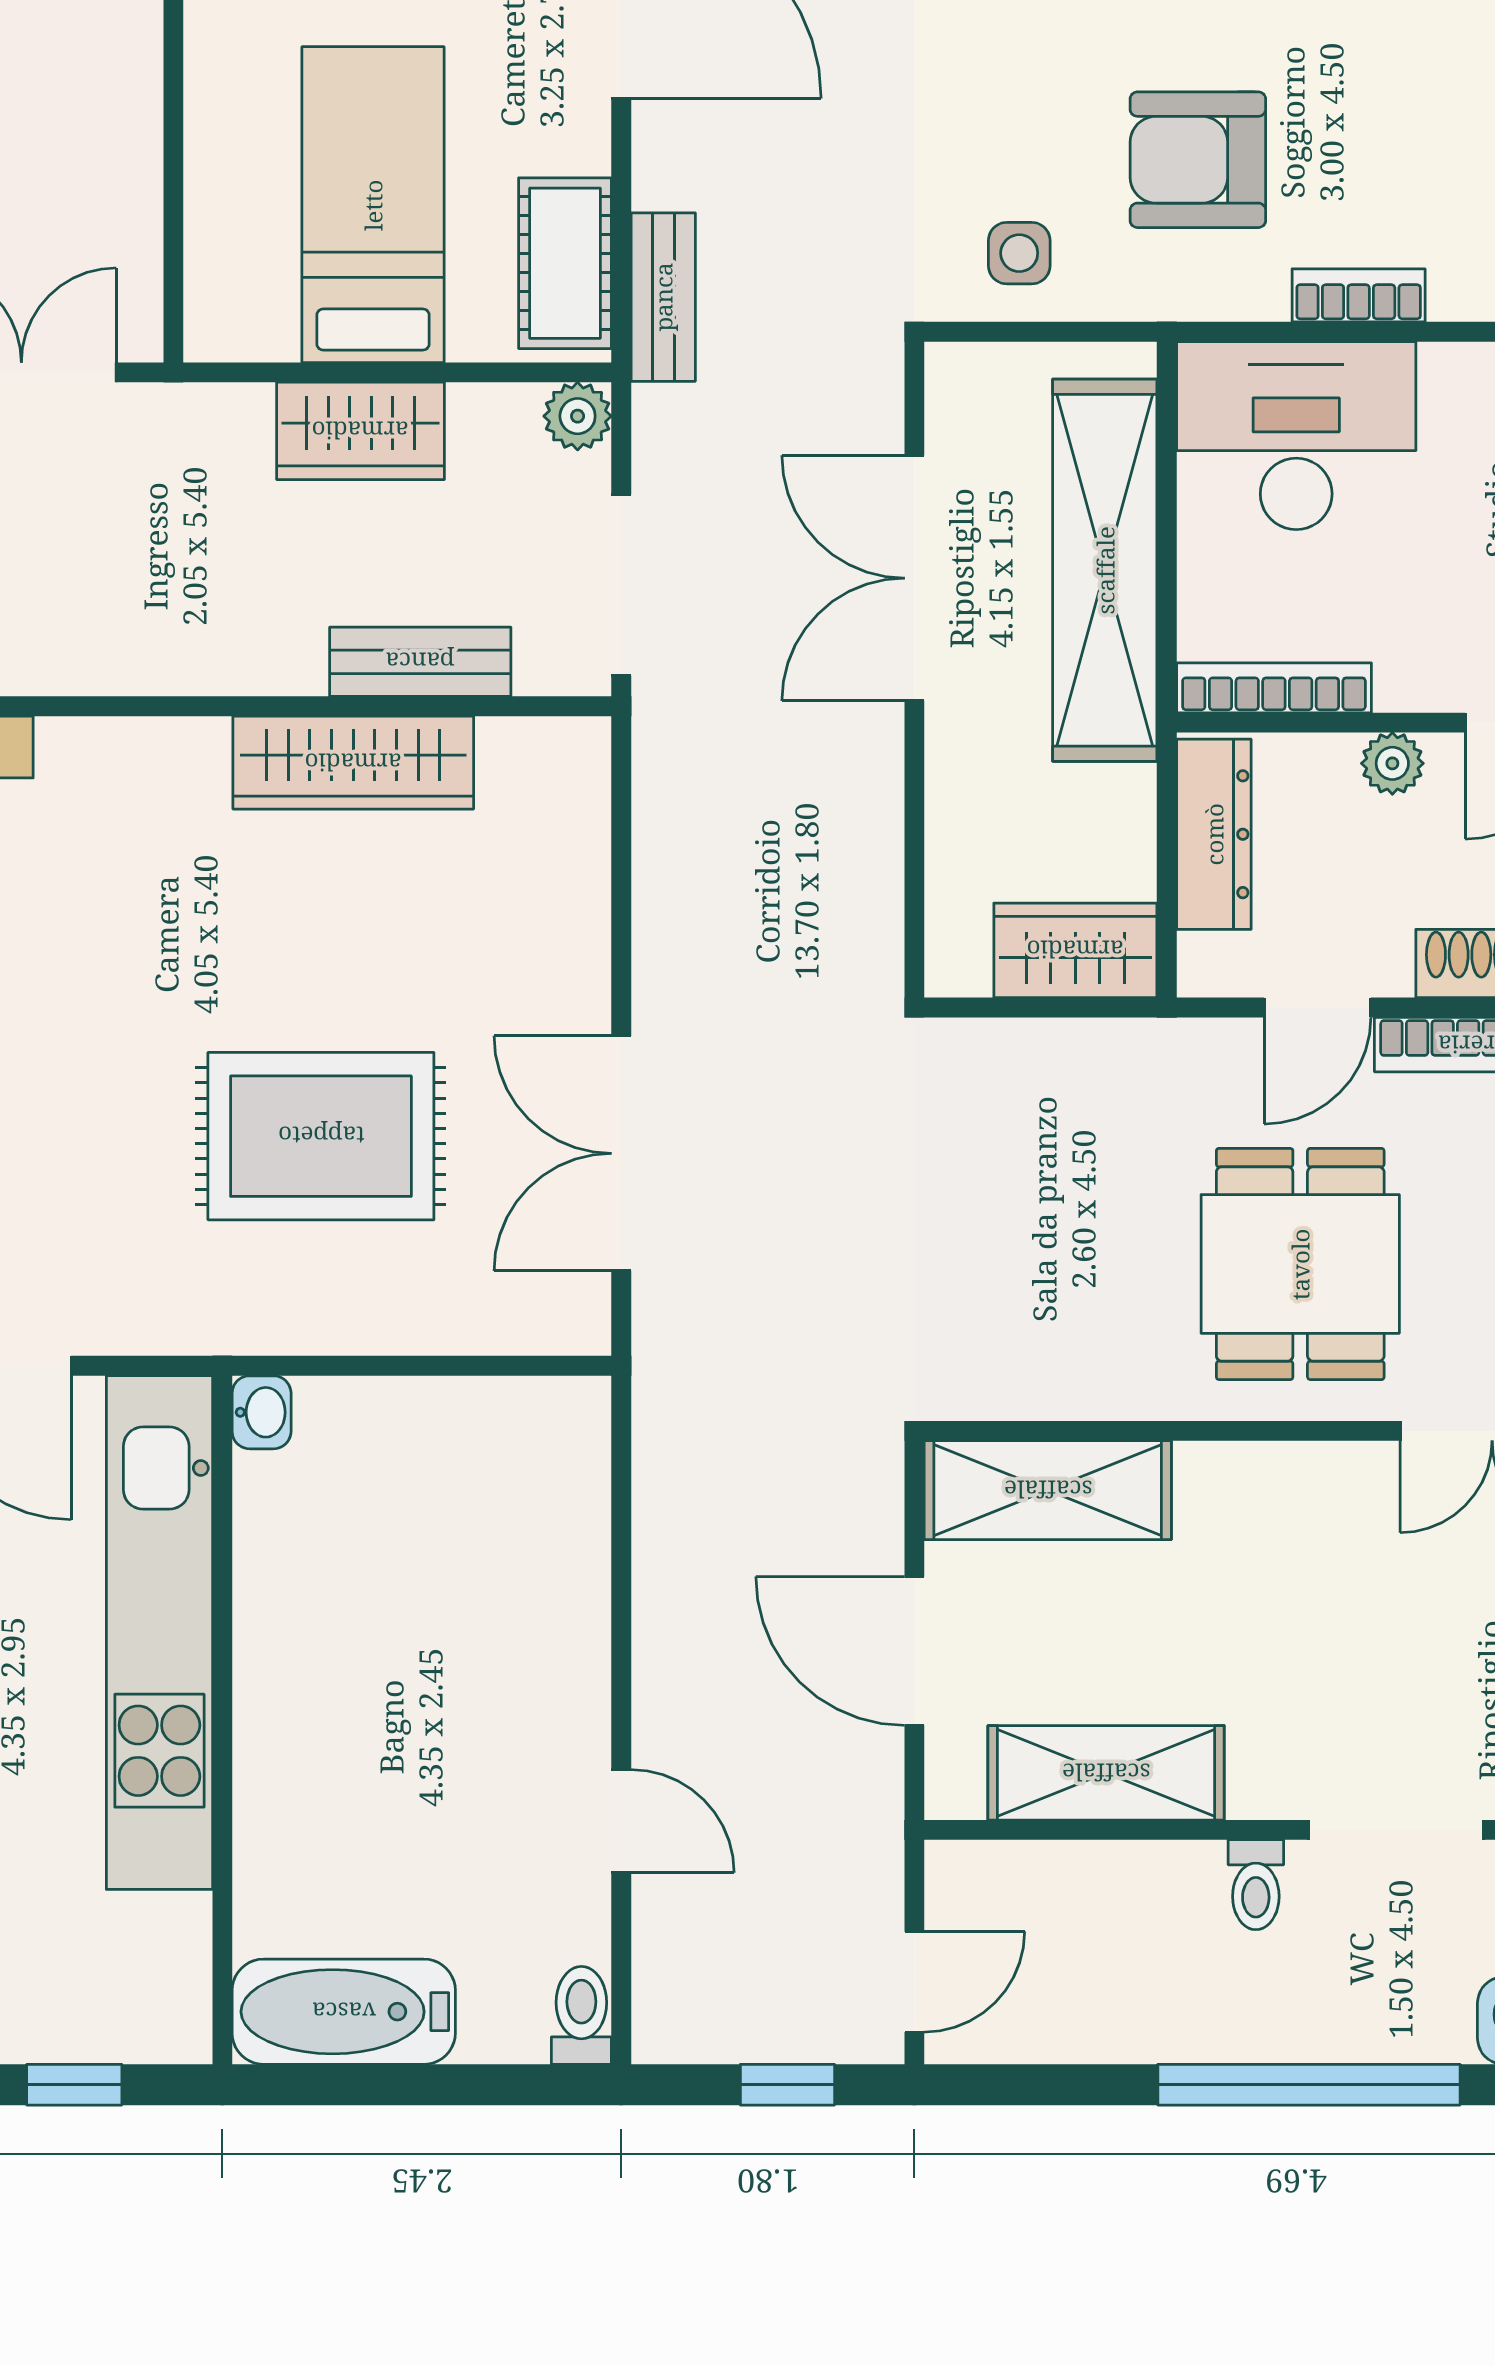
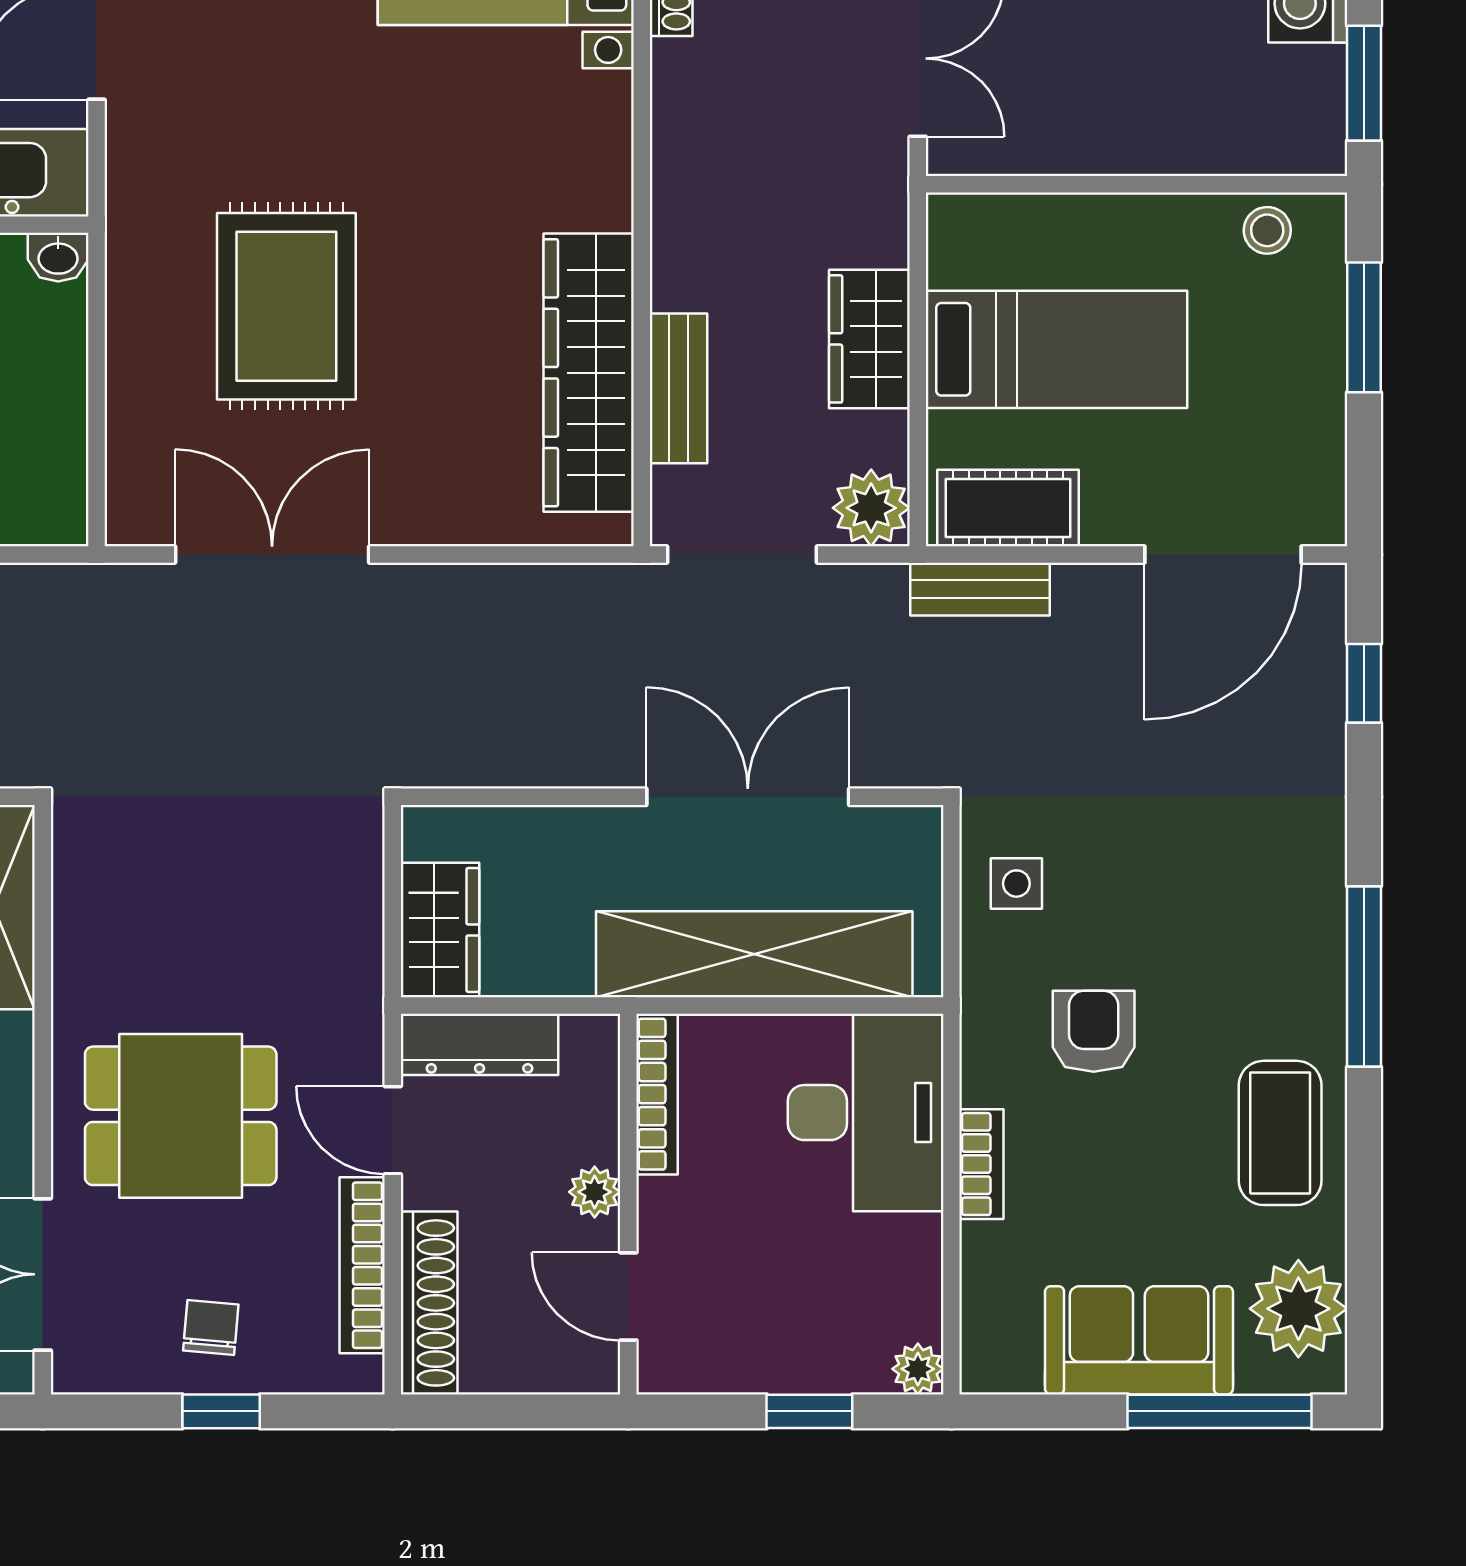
armchair: (1198, 160) -> (1094, 1031), width x0.72, depth x0.72
plant: (578, 416) -> (871, 508), width x1.38, depth x1.38
wardrobe: (353, 763) -> (589, 373), width x1.40, depth x1.17
dresser: (1214, 834) -> (480, 1044), moved

